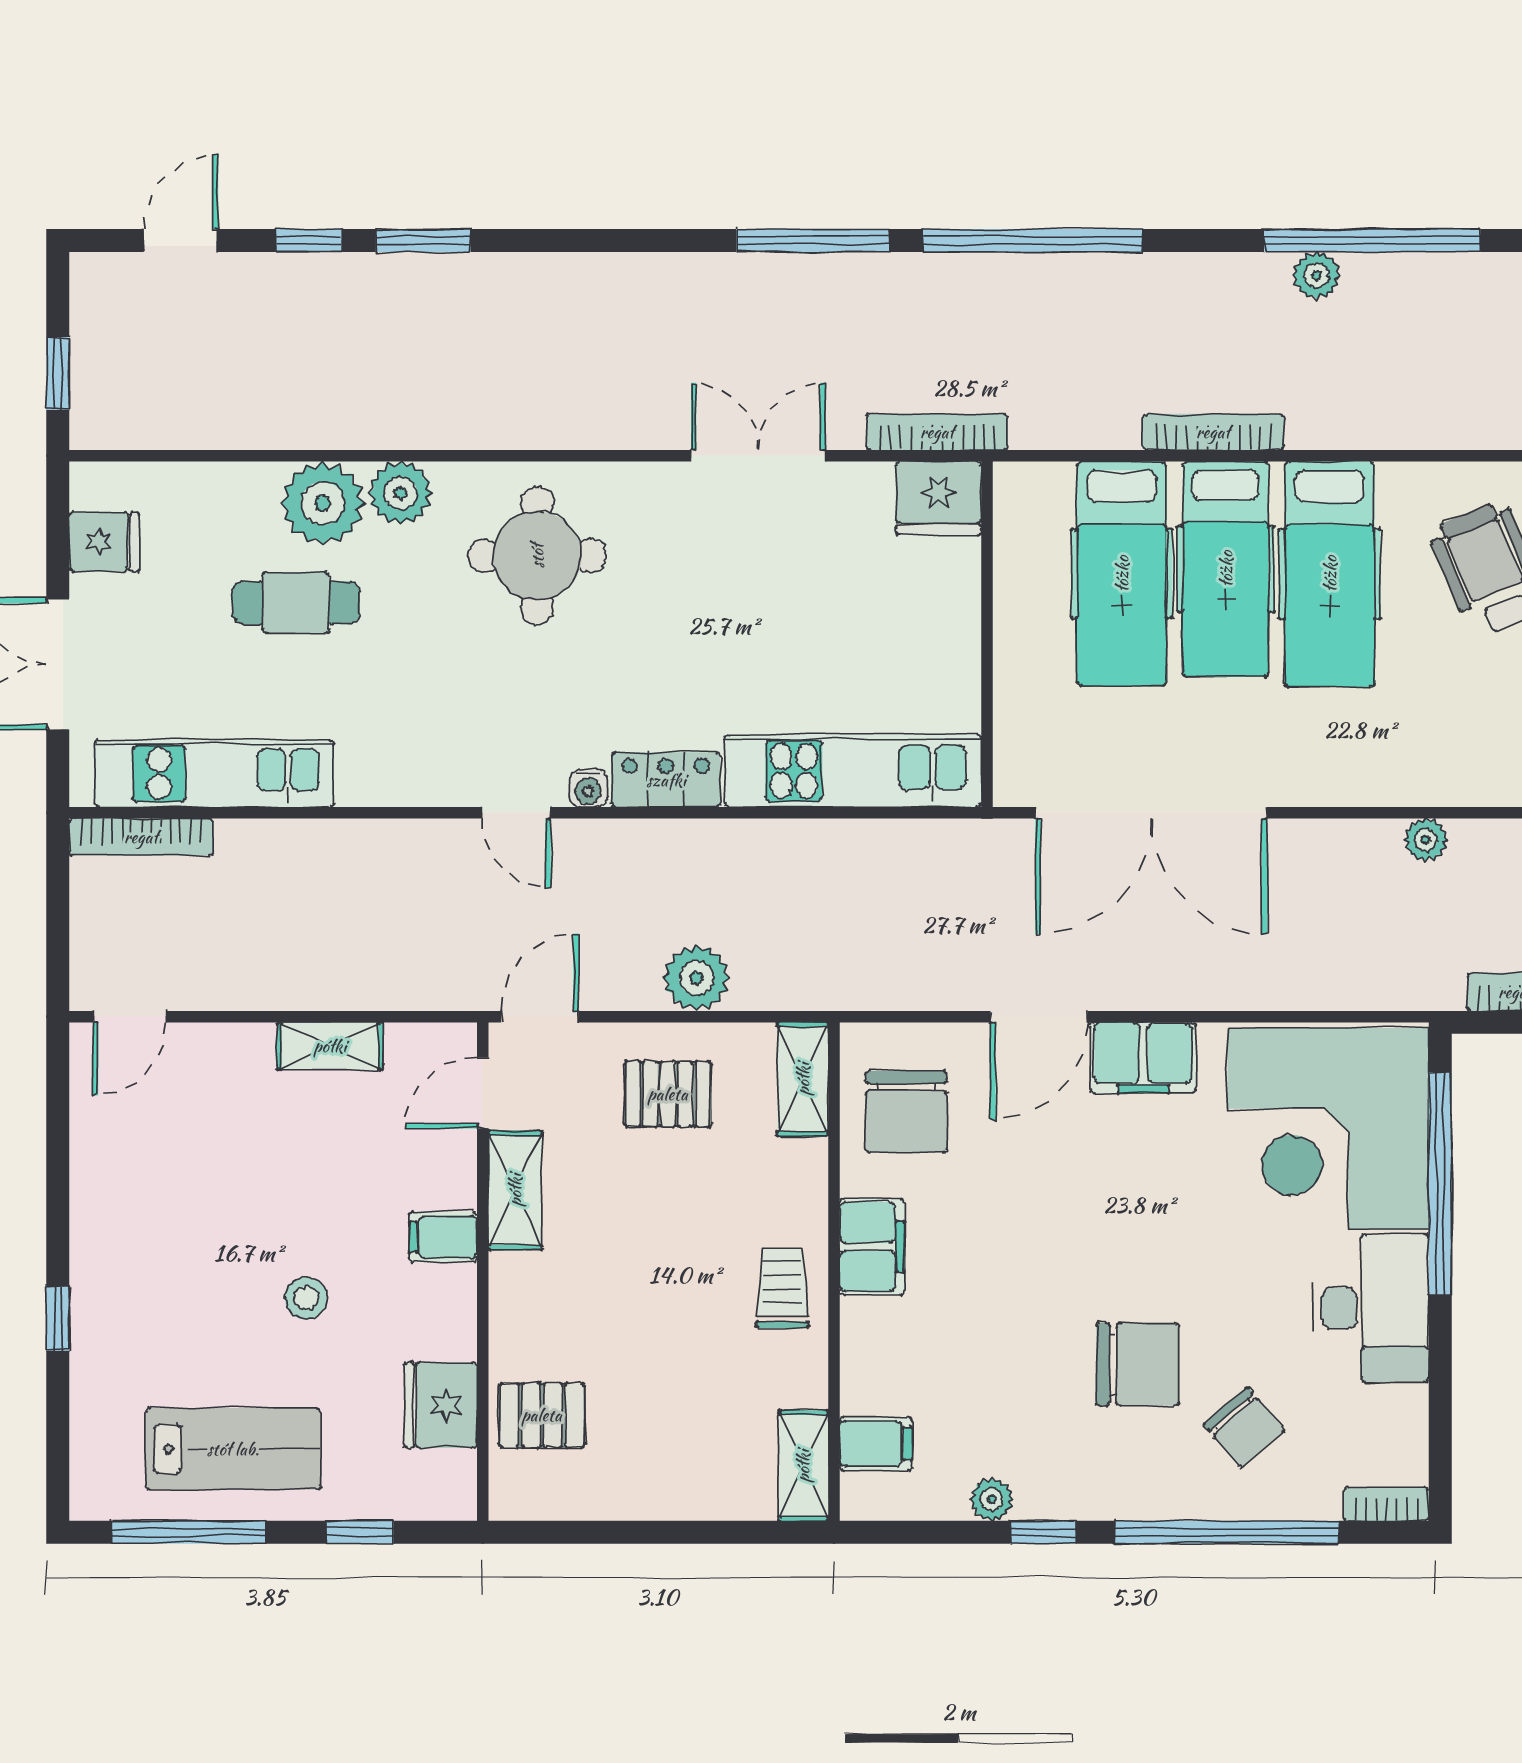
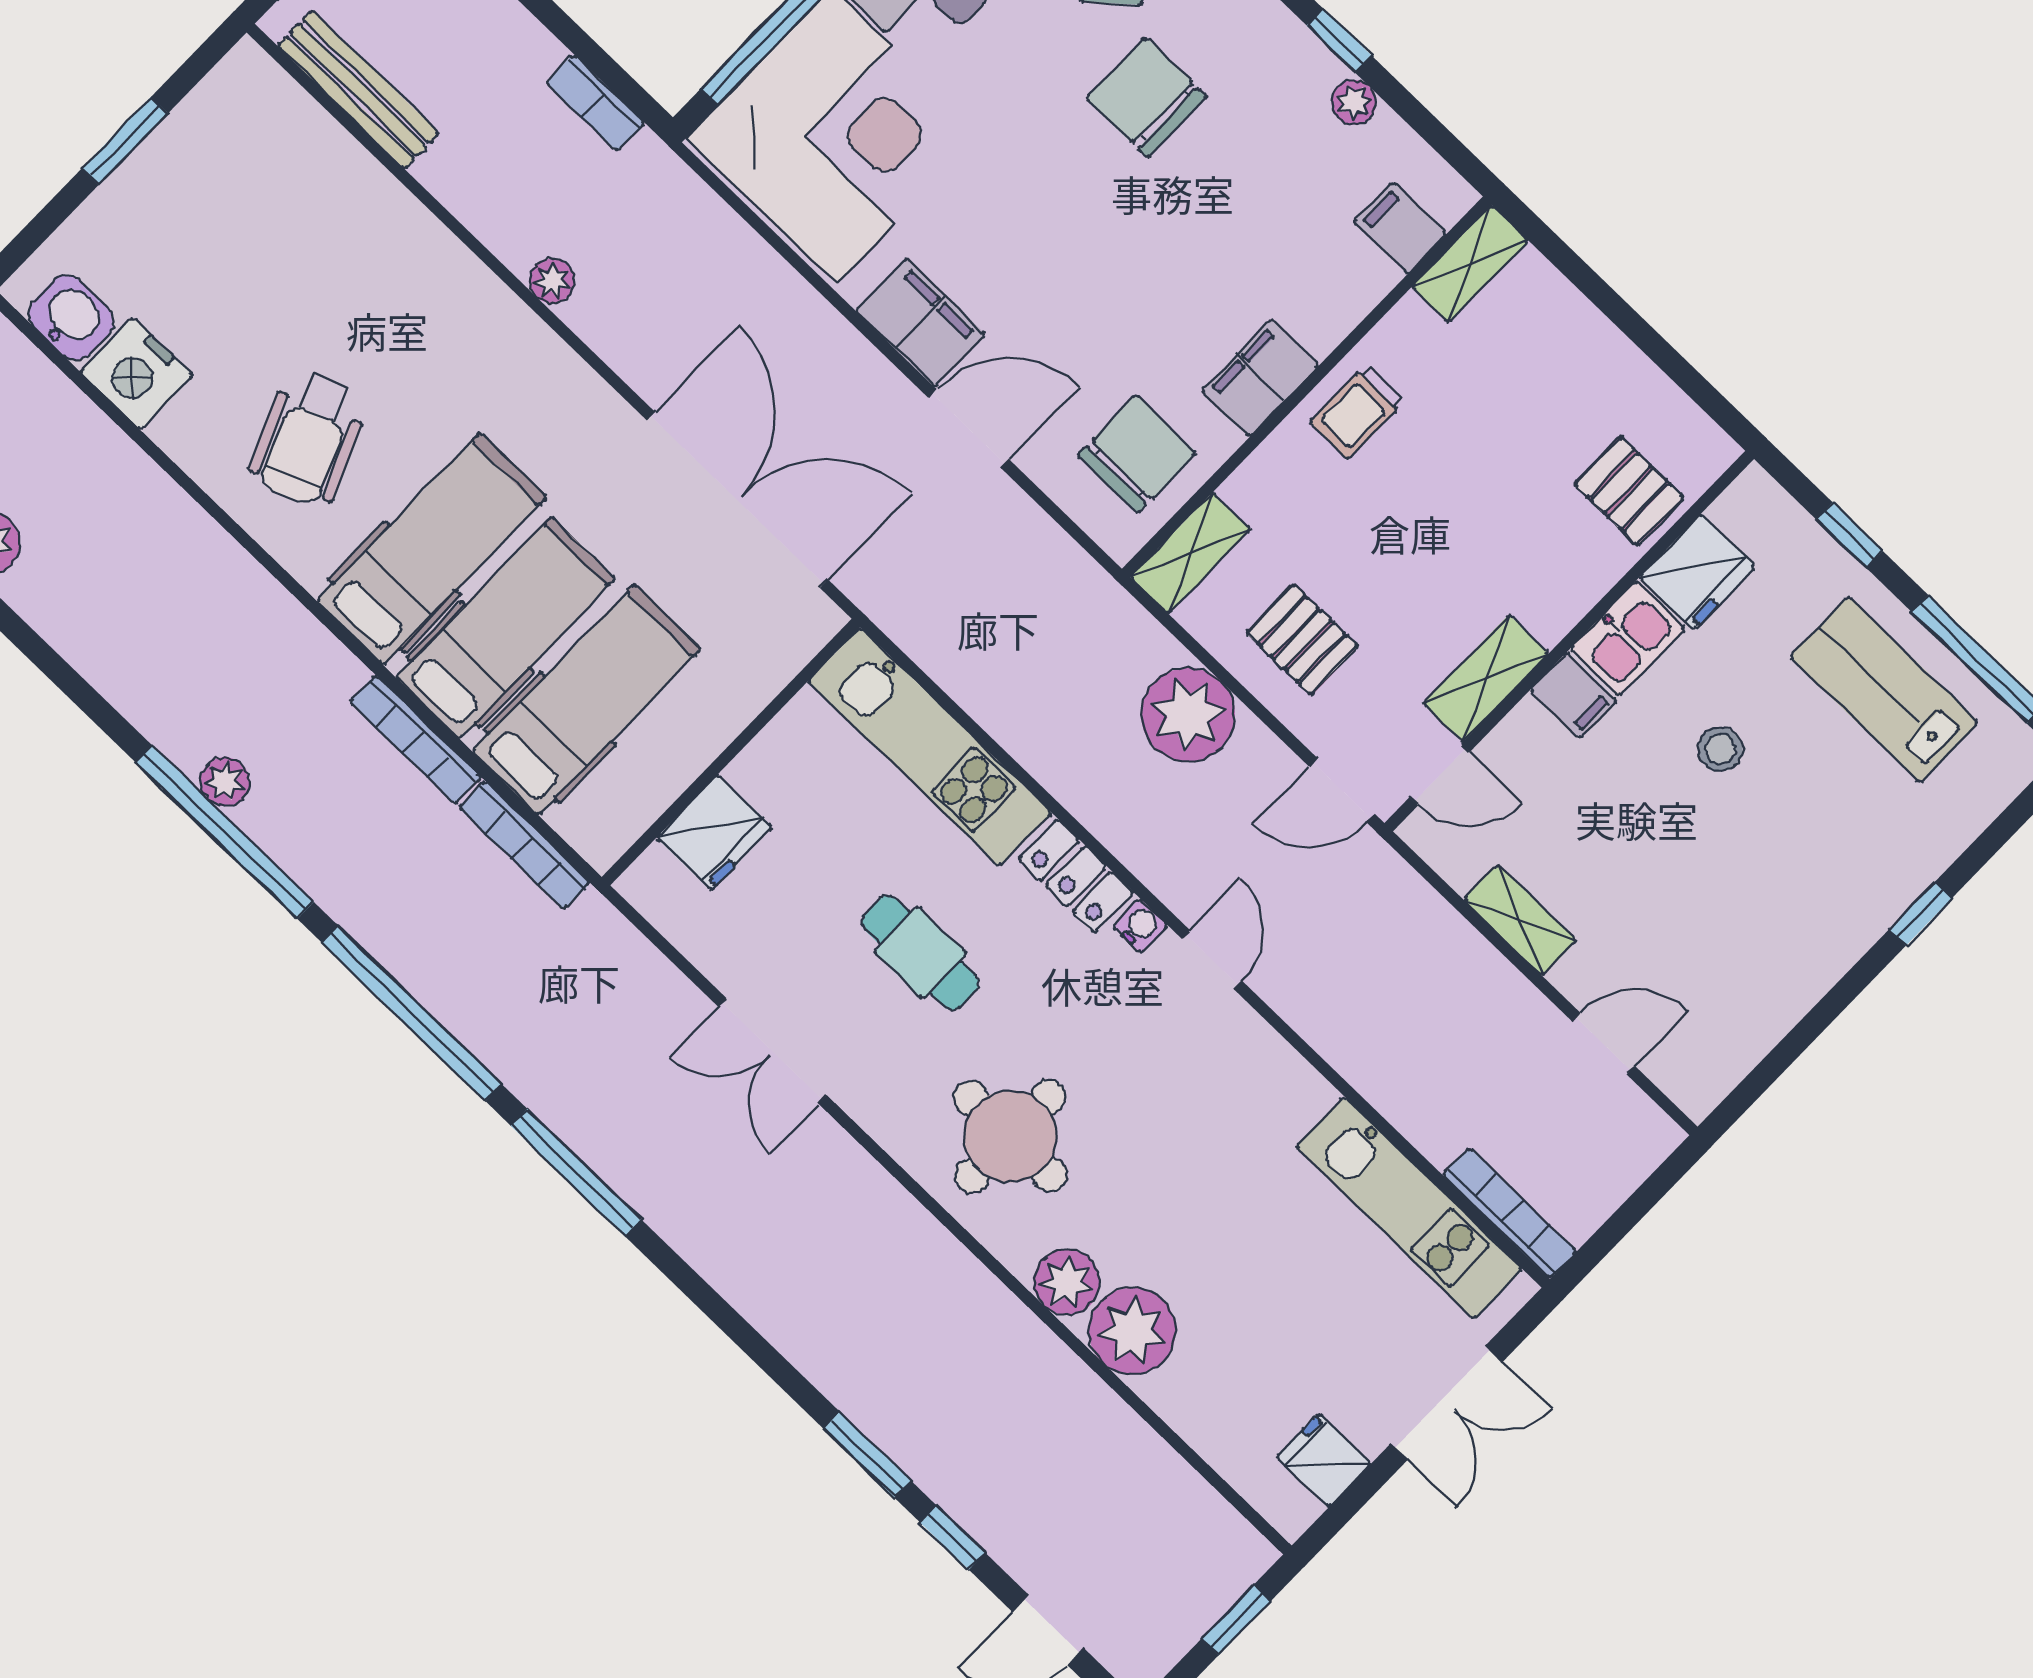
window: (1372, 241) -> (225, 832), moved
bookcase: (937, 432) -> (524, 845), moved
fridge: (939, 498) -> (714, 833), moved, turned 90
cafe table: (296, 603) -> (920, 953), moved
plant: (697, 978) -> (1188, 715), width x1.36, depth x1.36
door: (130, 1017) -> (1603, 1044), moved
kitchen sink: (444, 1313) -> (1628, 638), added

